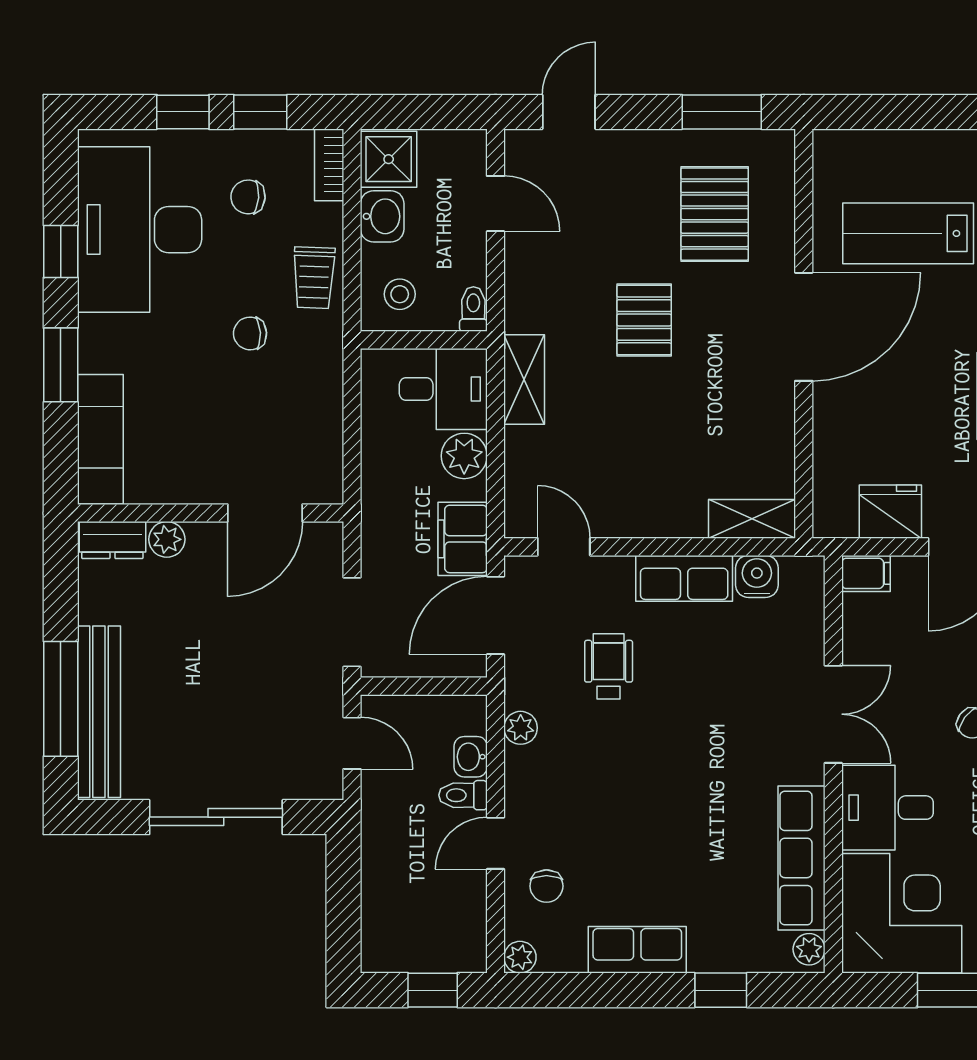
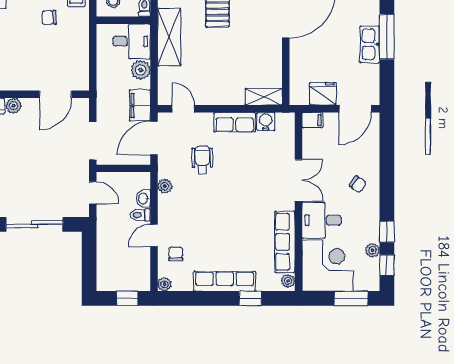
shelving: (524, 379) -> (169, 37), width x1.50, depth x1.33
chair: (546, 886) -> (176, 254), turned 180
row of seats: (637, 950) -> (225, 281), width x1.48

